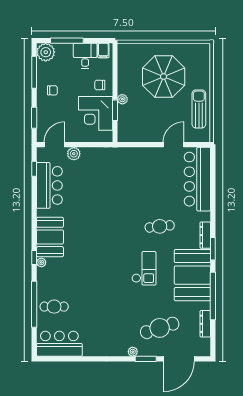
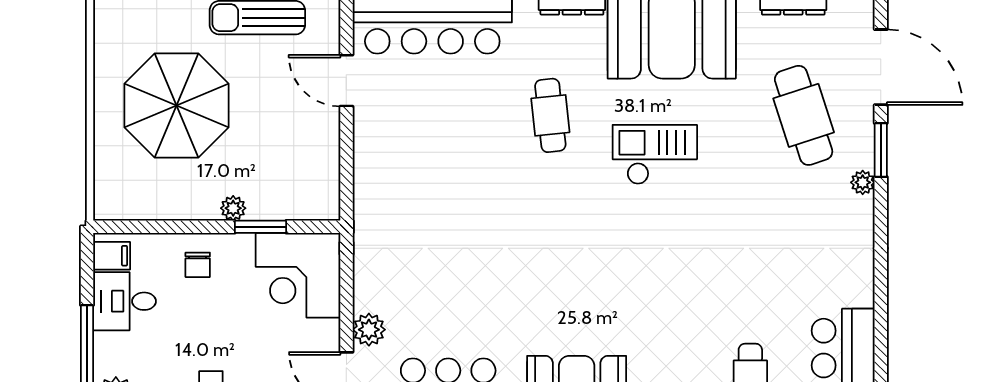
corner desk: (96, 113) -> (298, 275), moved, turned 90

